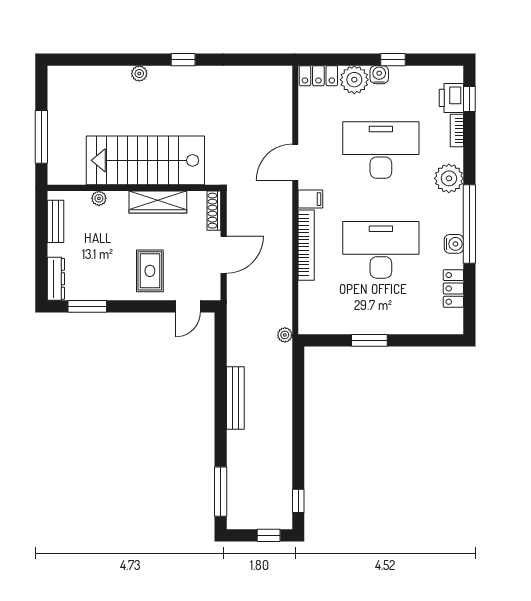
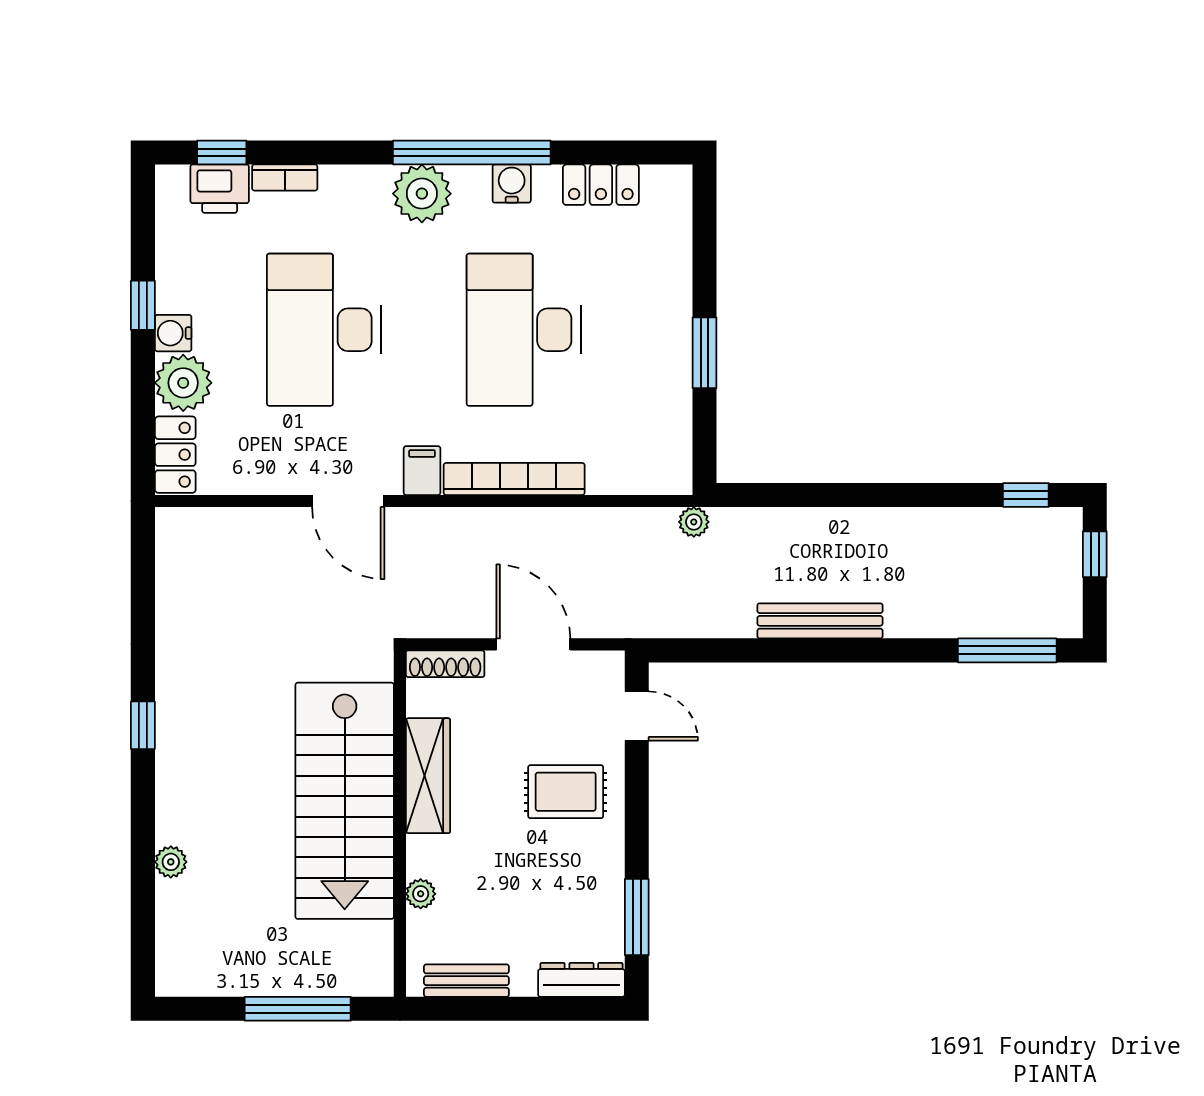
plant: (139, 73) -> (171, 862), moved
plant: (449, 178) -> (422, 194), moved

